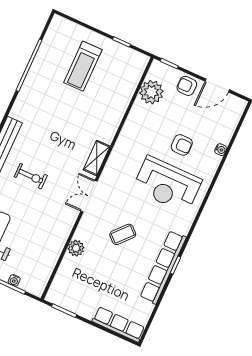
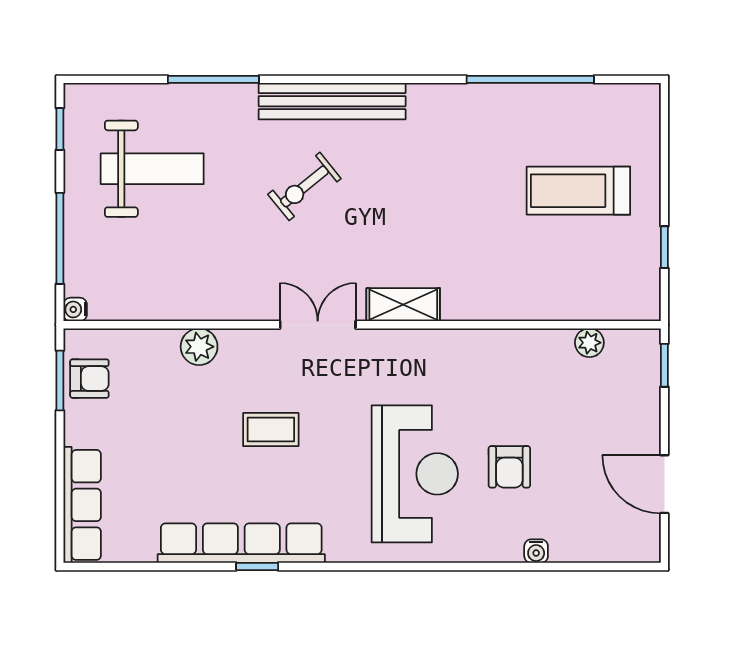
armchair: (187, 86) -> (89, 379), moved, turned 90
plant: (151, 92) -> (589, 343), width x0.53, depth x0.53
exercise bike: (31, 176) -> (304, 186), turned 51
reception desk: (167, 184) -> (415, 474), turned 180
coffee table: (123, 234) -> (271, 430), turned -42
water cooler: (14, 280) -> (75, 309), moved

